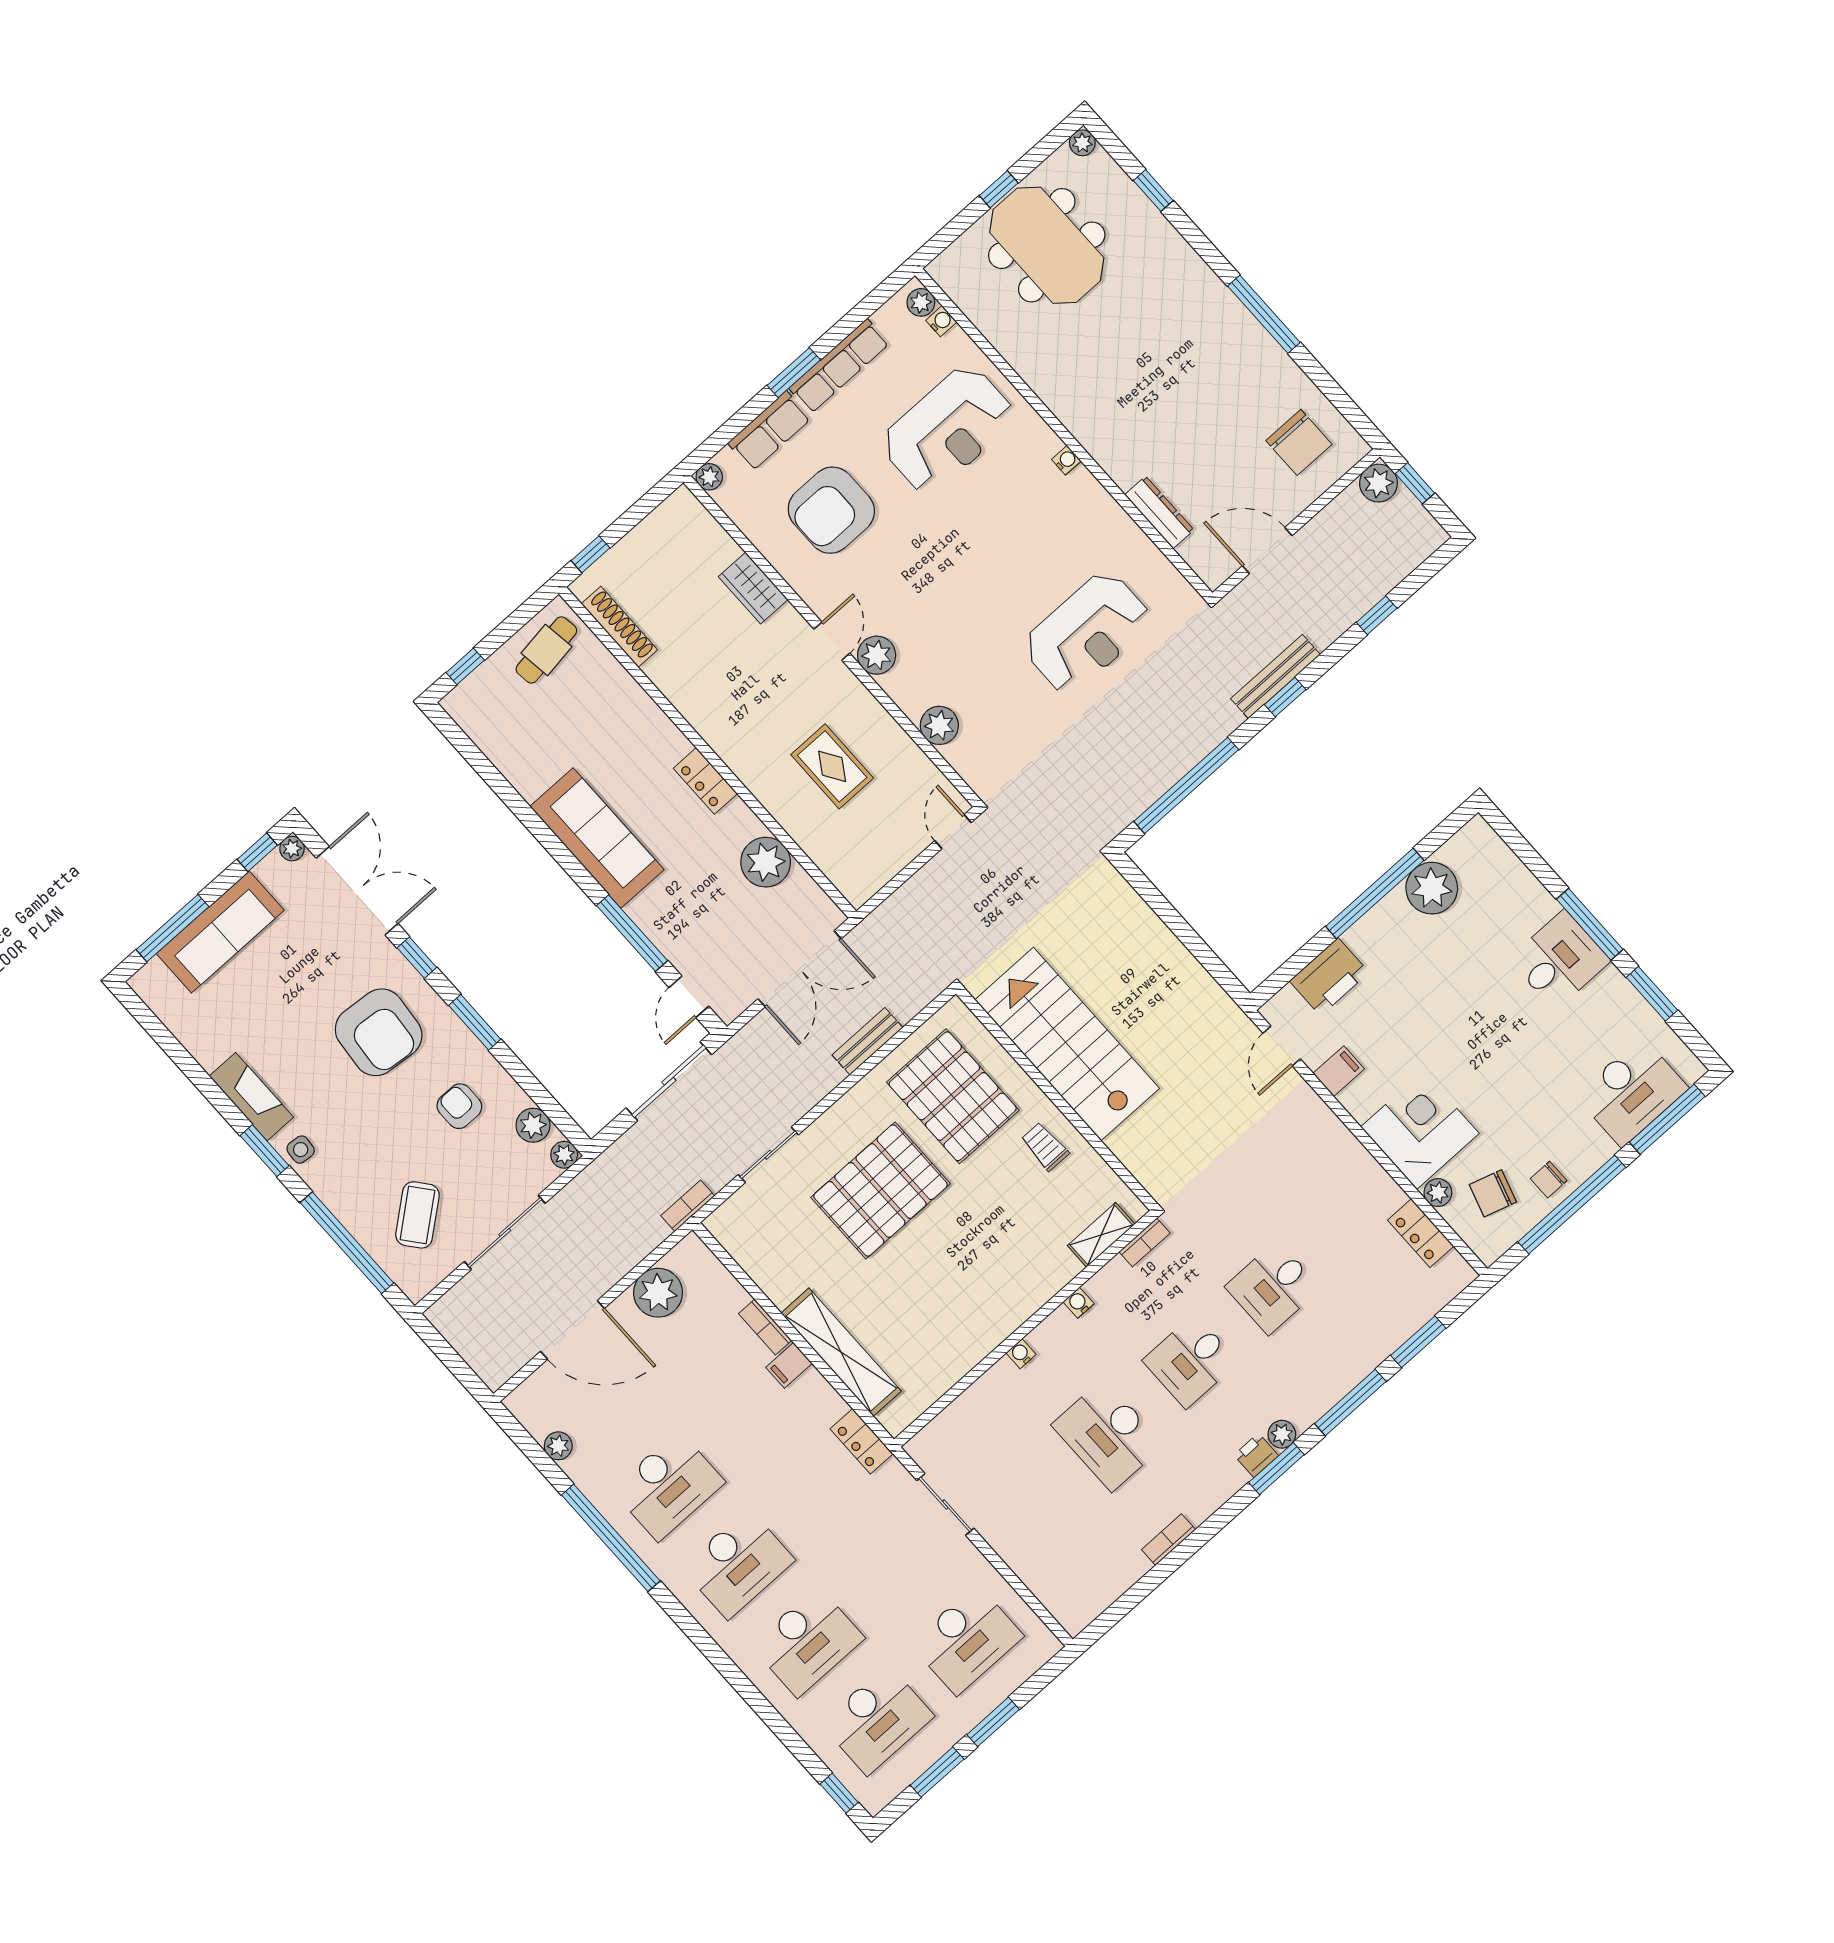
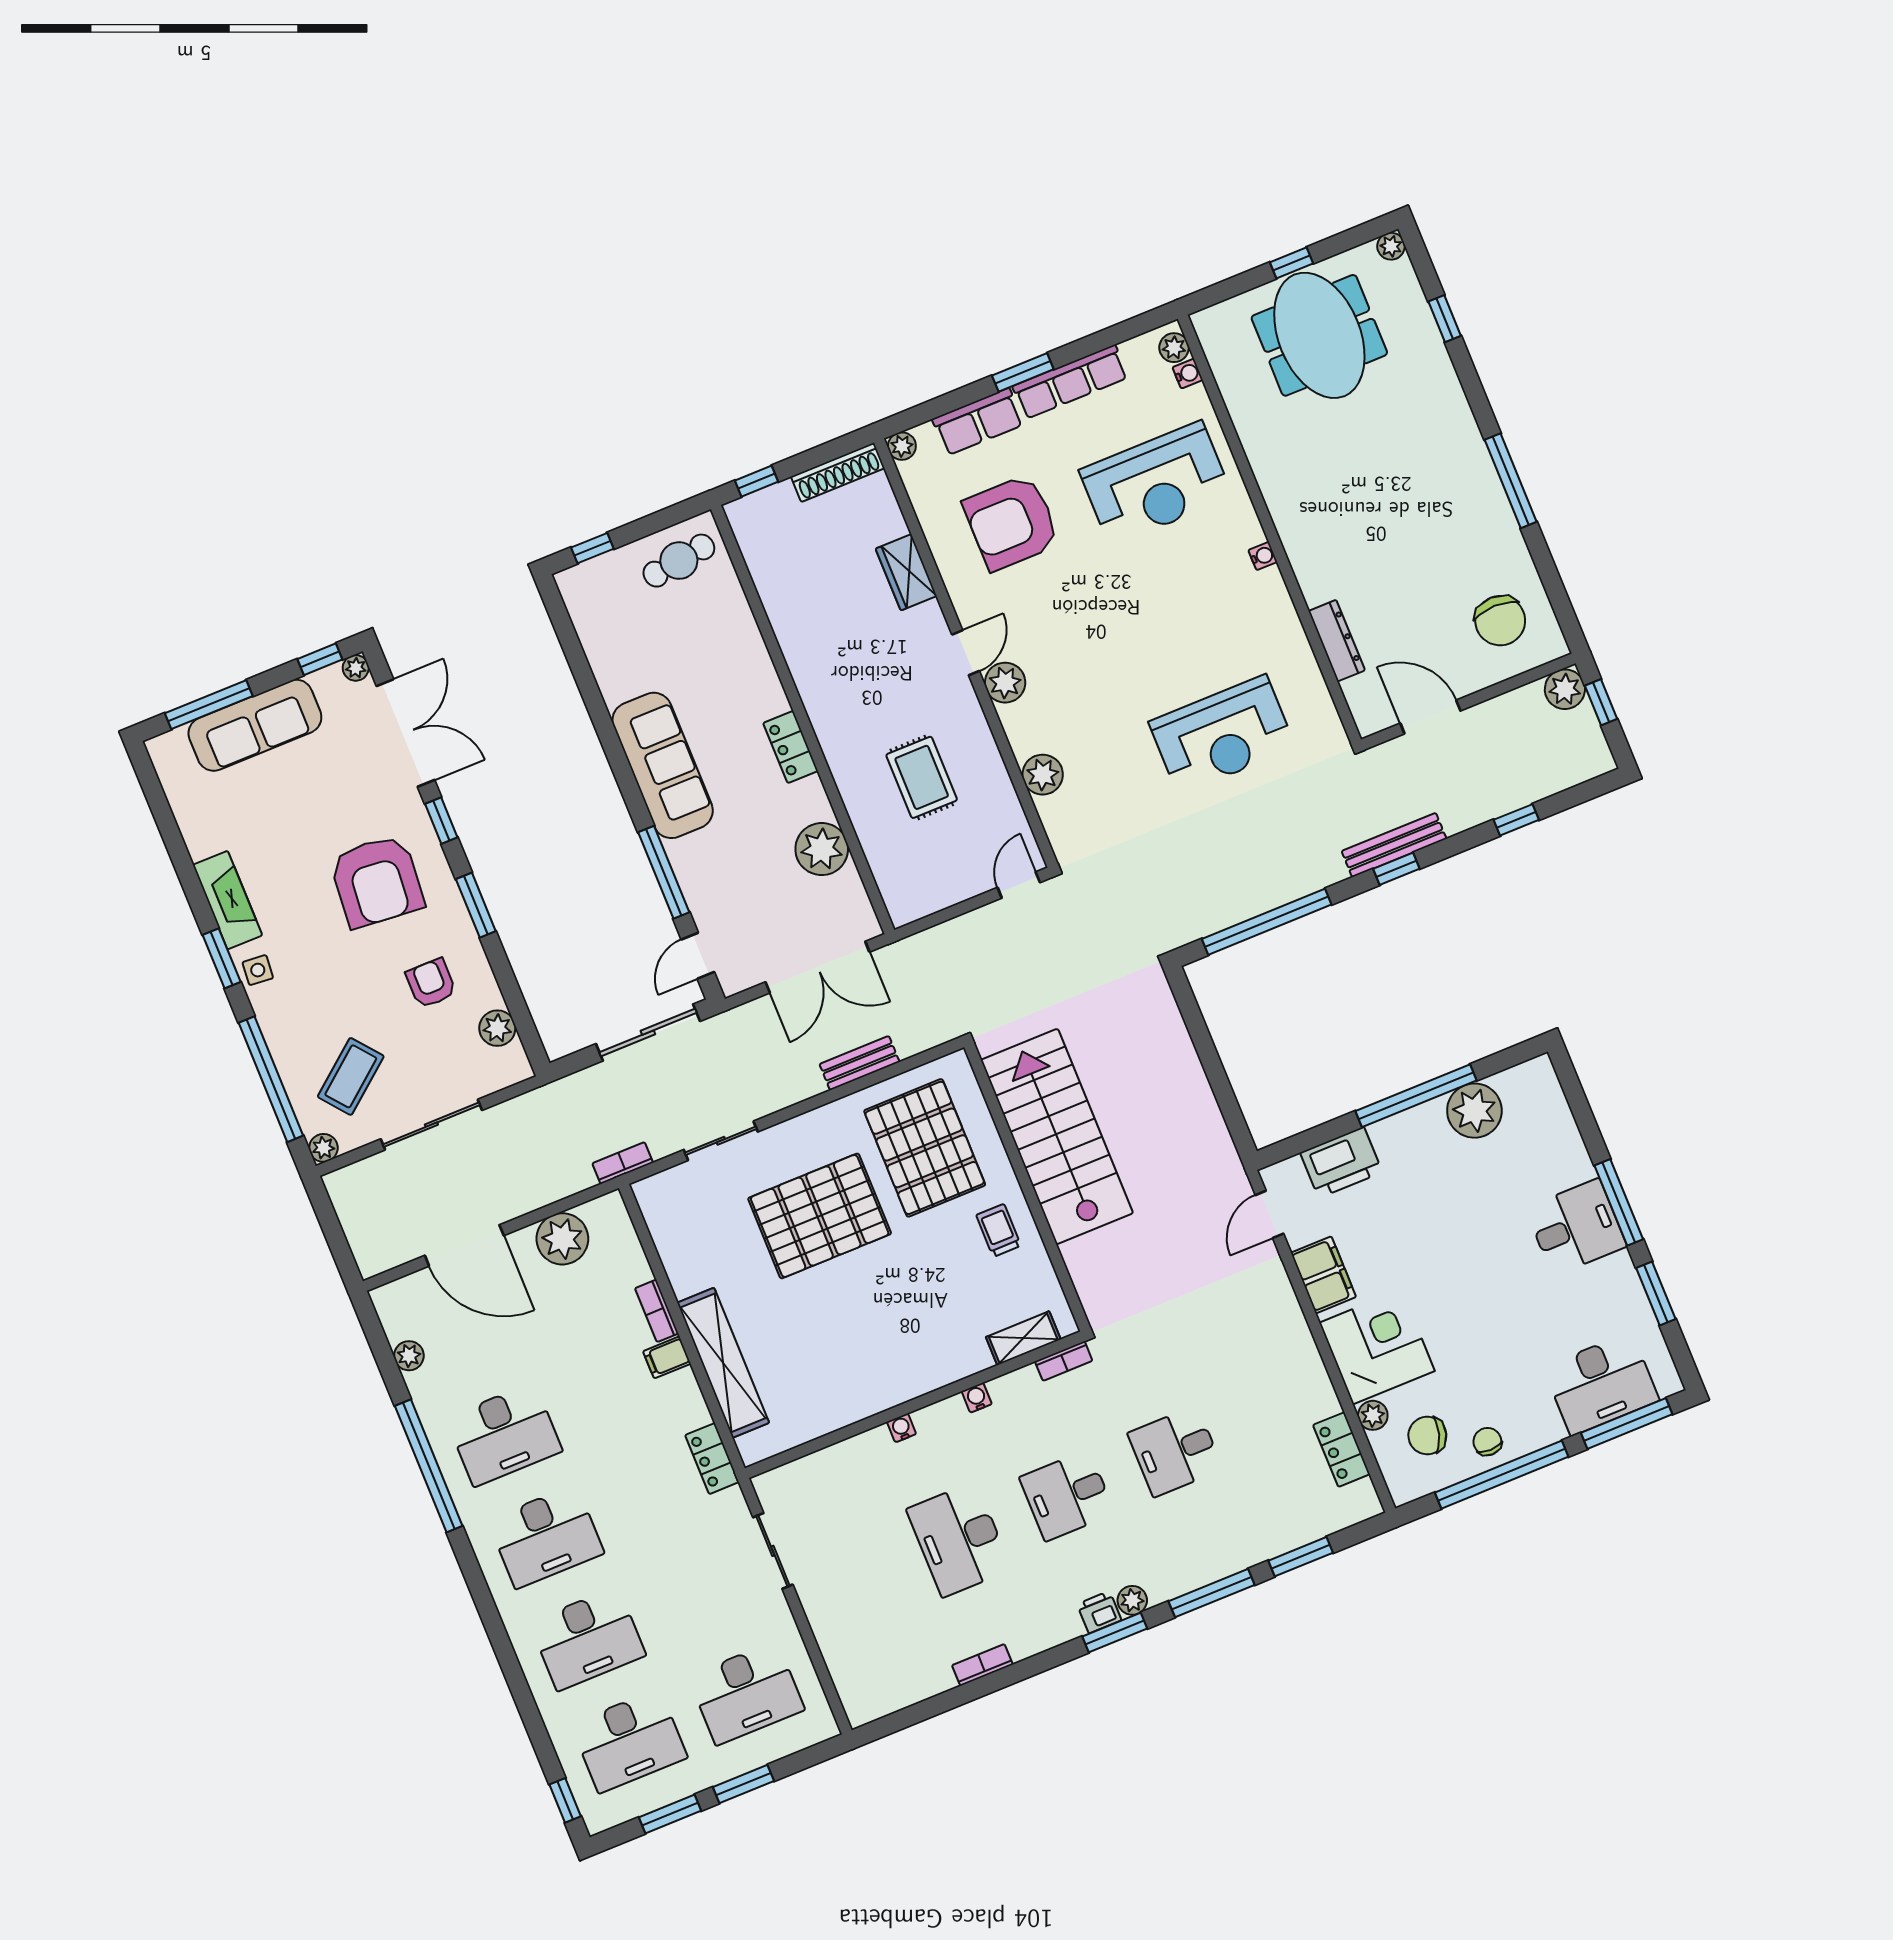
shoe rack: (619, 627) -> (838, 472), moved, turned 90
filing cabinet: (1339, 1071) -> (1323, 1275), width x2.00
plant: (564, 1155) -> (323, 1148), moved
chair: (1549, 1180) -> (1487, 1442), turned 90

